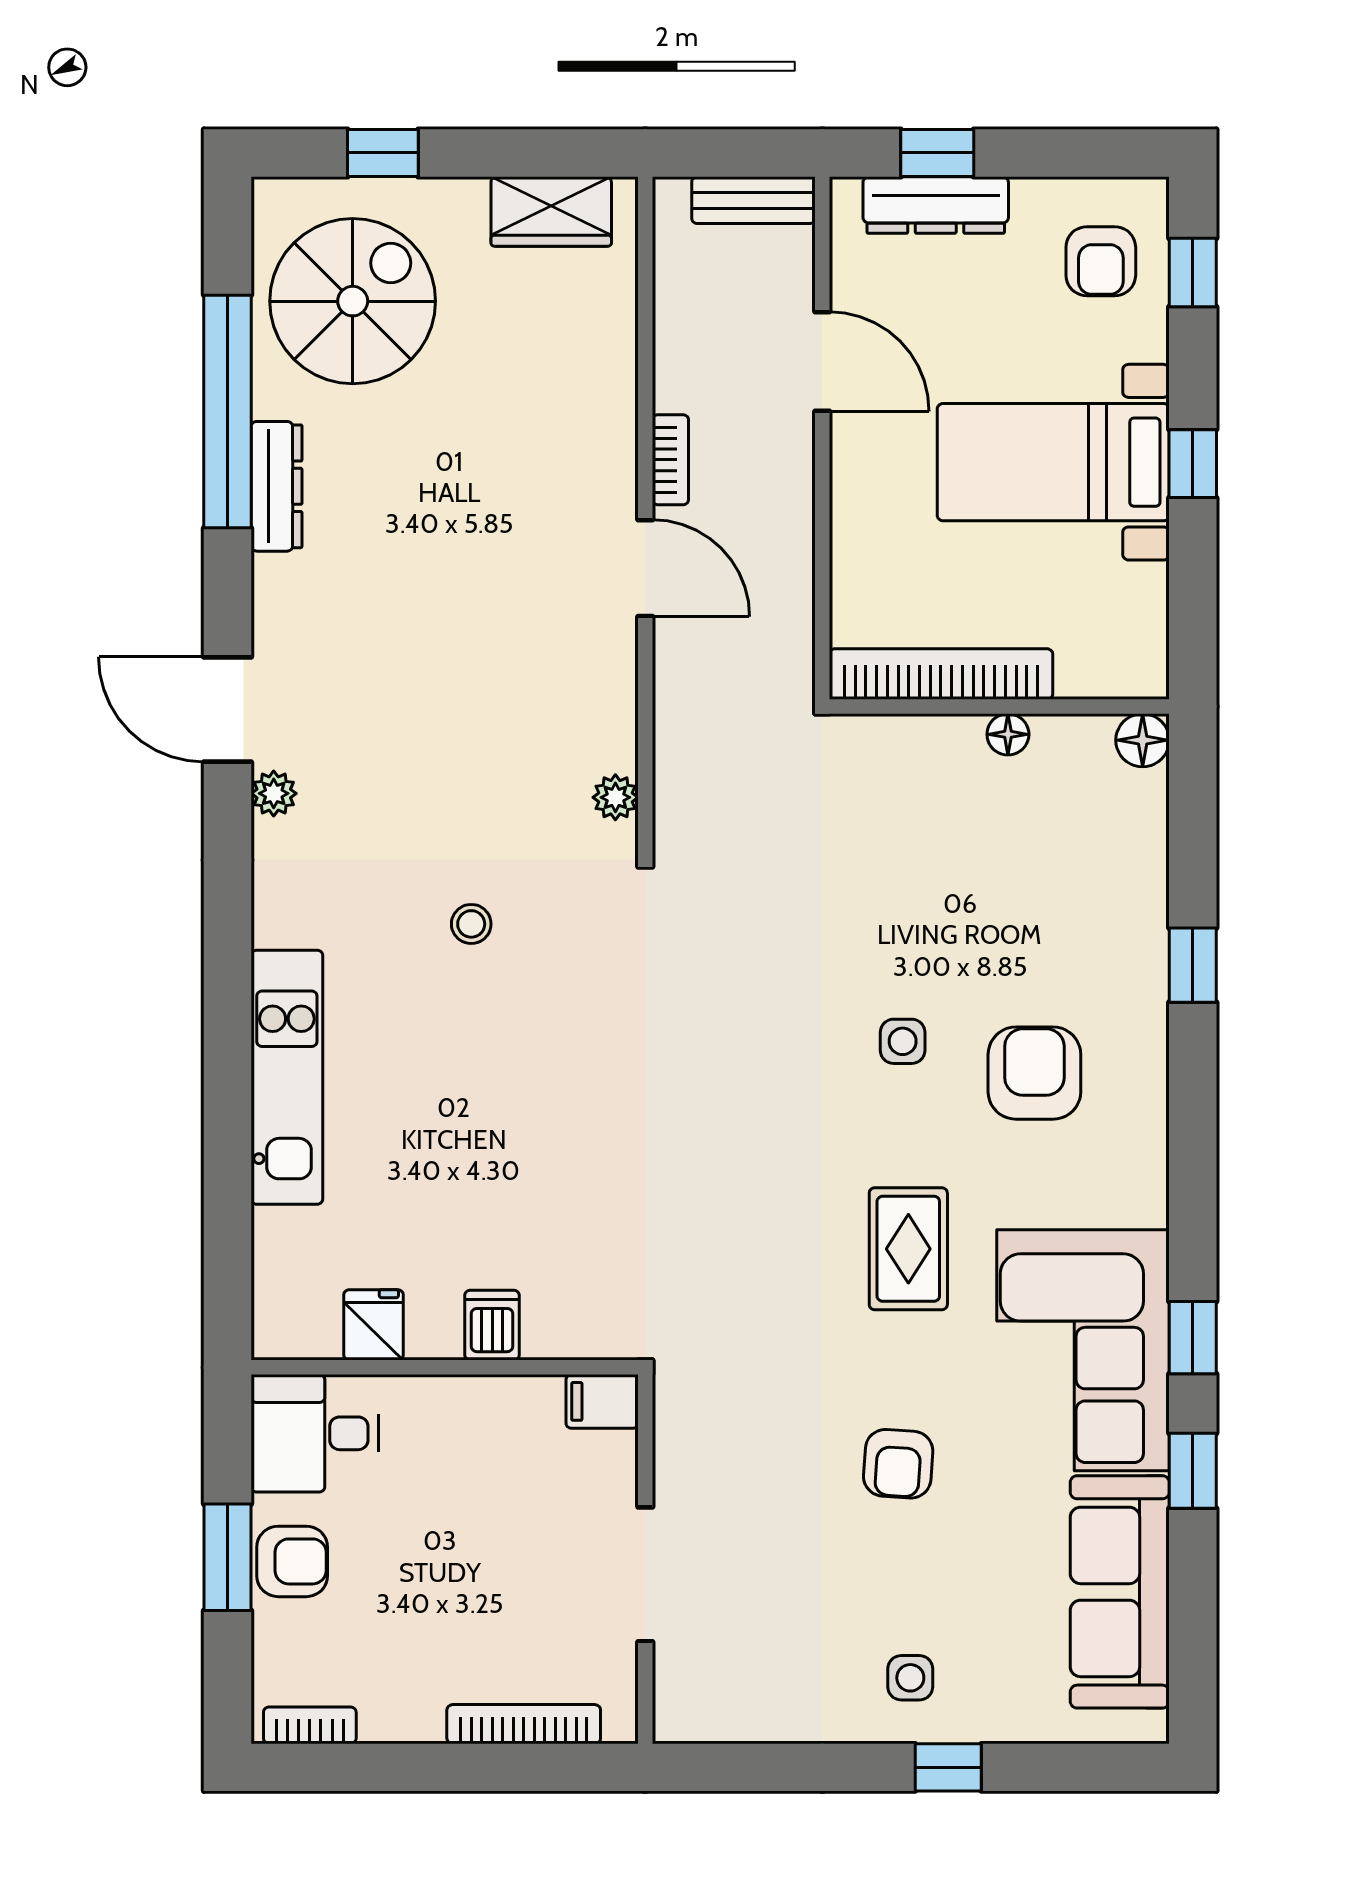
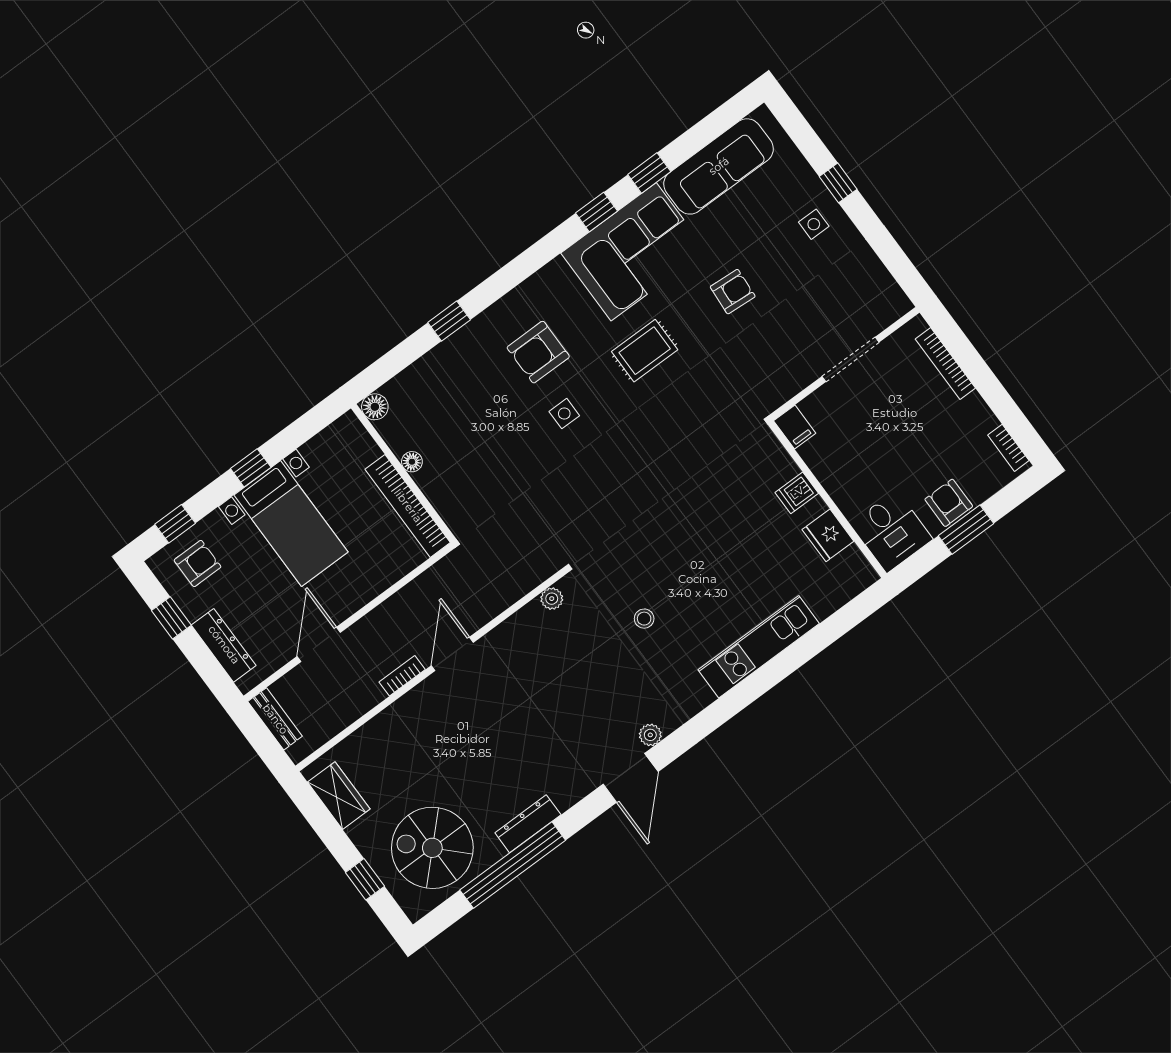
window: (937, 153) -> (171, 618), moved
fridge: (373, 1325) -> (828, 535), width x1.38

